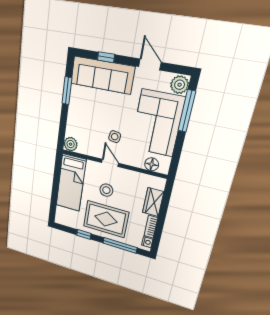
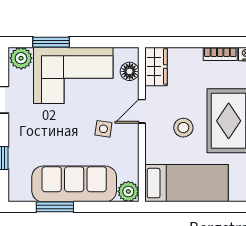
sofa: (102, 75) -> (74, 184), moved, turned -90
window: (187, 111) -> (51, 42), width x0.69
door: (110, 163) -> (142, 111), moved
wardrobe: (153, 202) -> (156, 66), moved, turned -90

